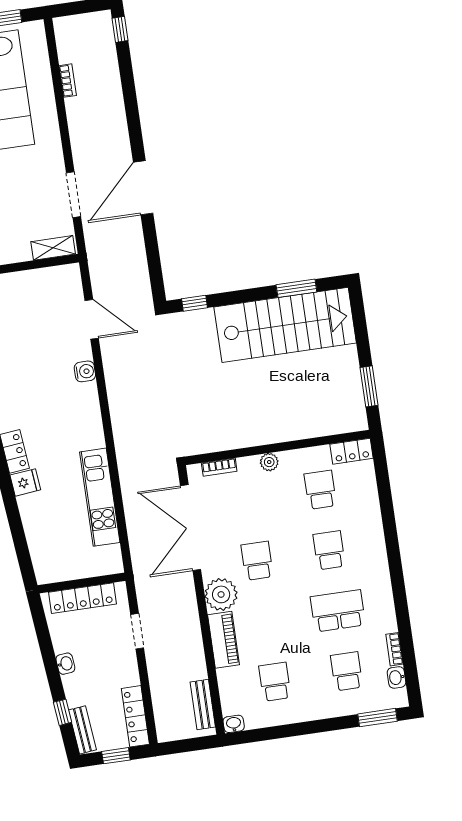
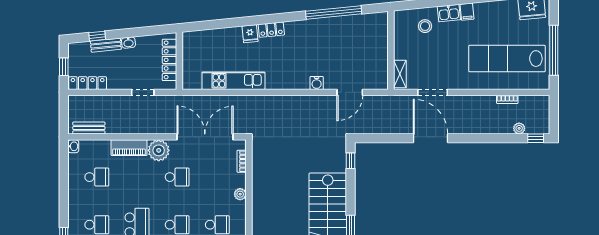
plant: (109, 56) -> (519, 128), added
bench: (82, 730) -> (106, 45), moved

